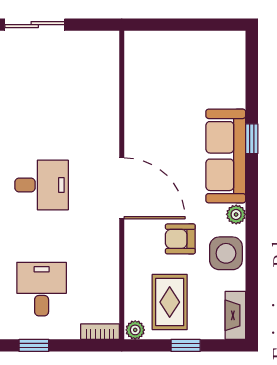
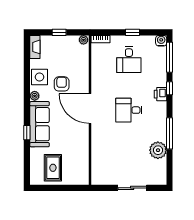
armchair: (180, 239) -> (62, 84), turned -90
rug: (170, 302) -> (53, 168), moved

